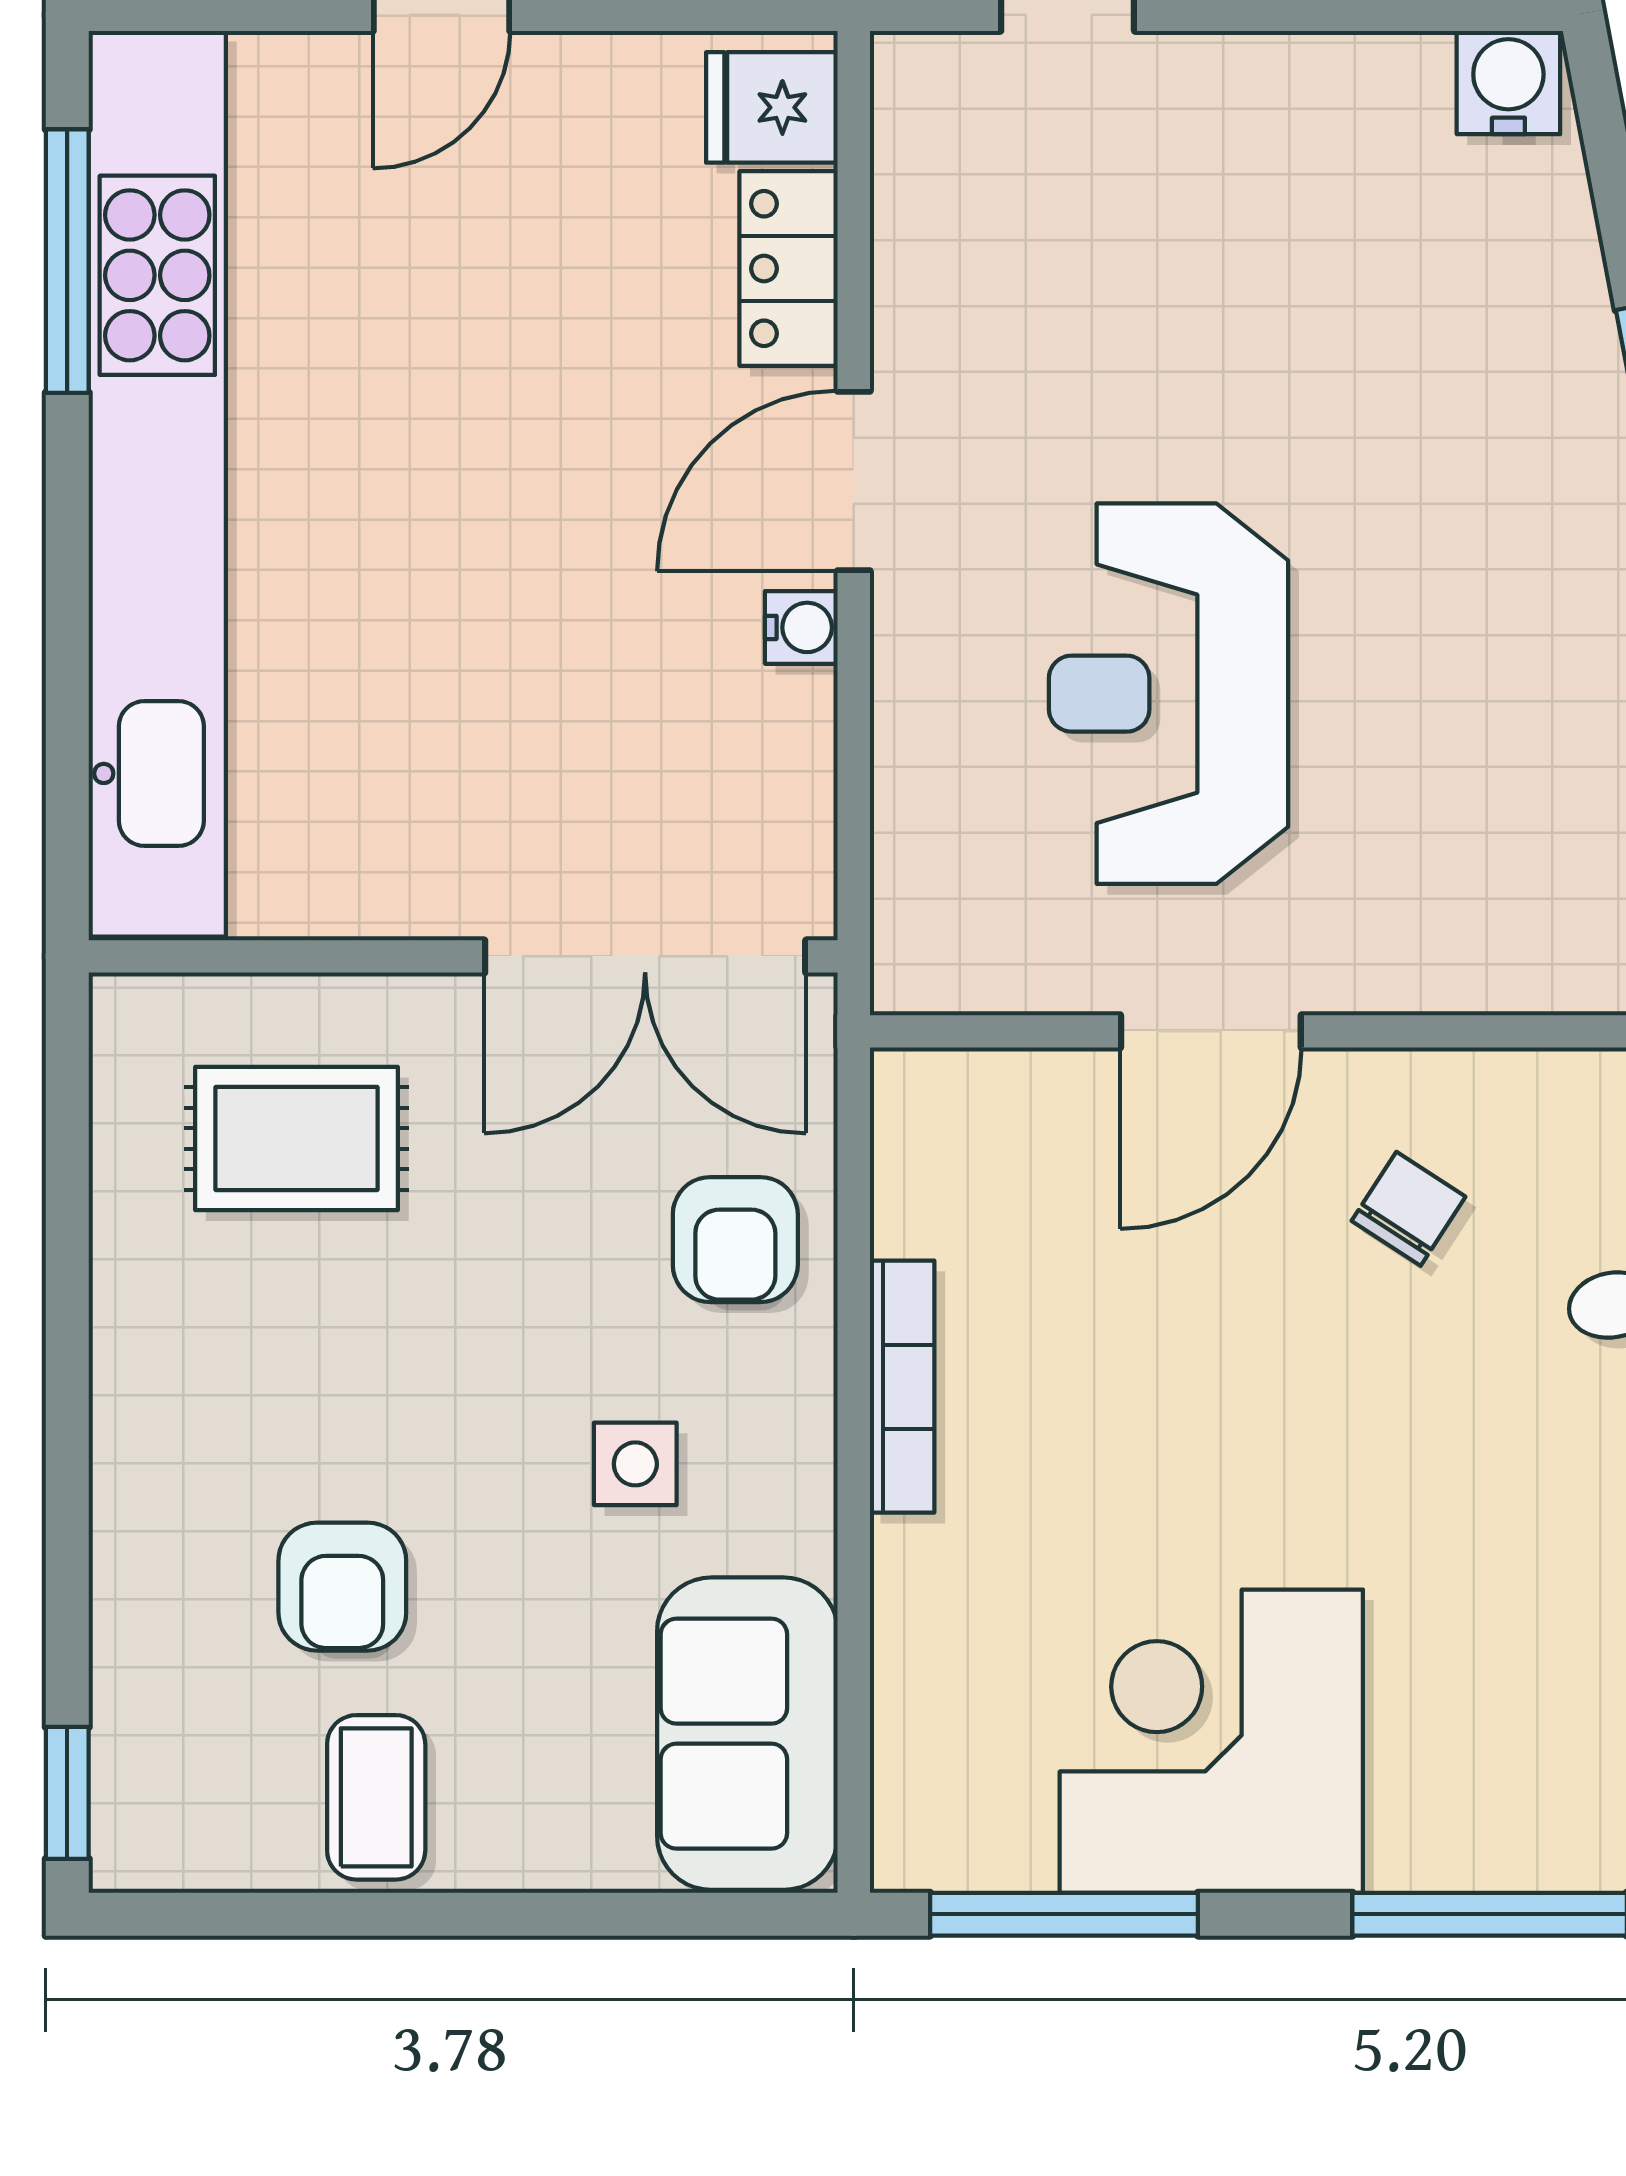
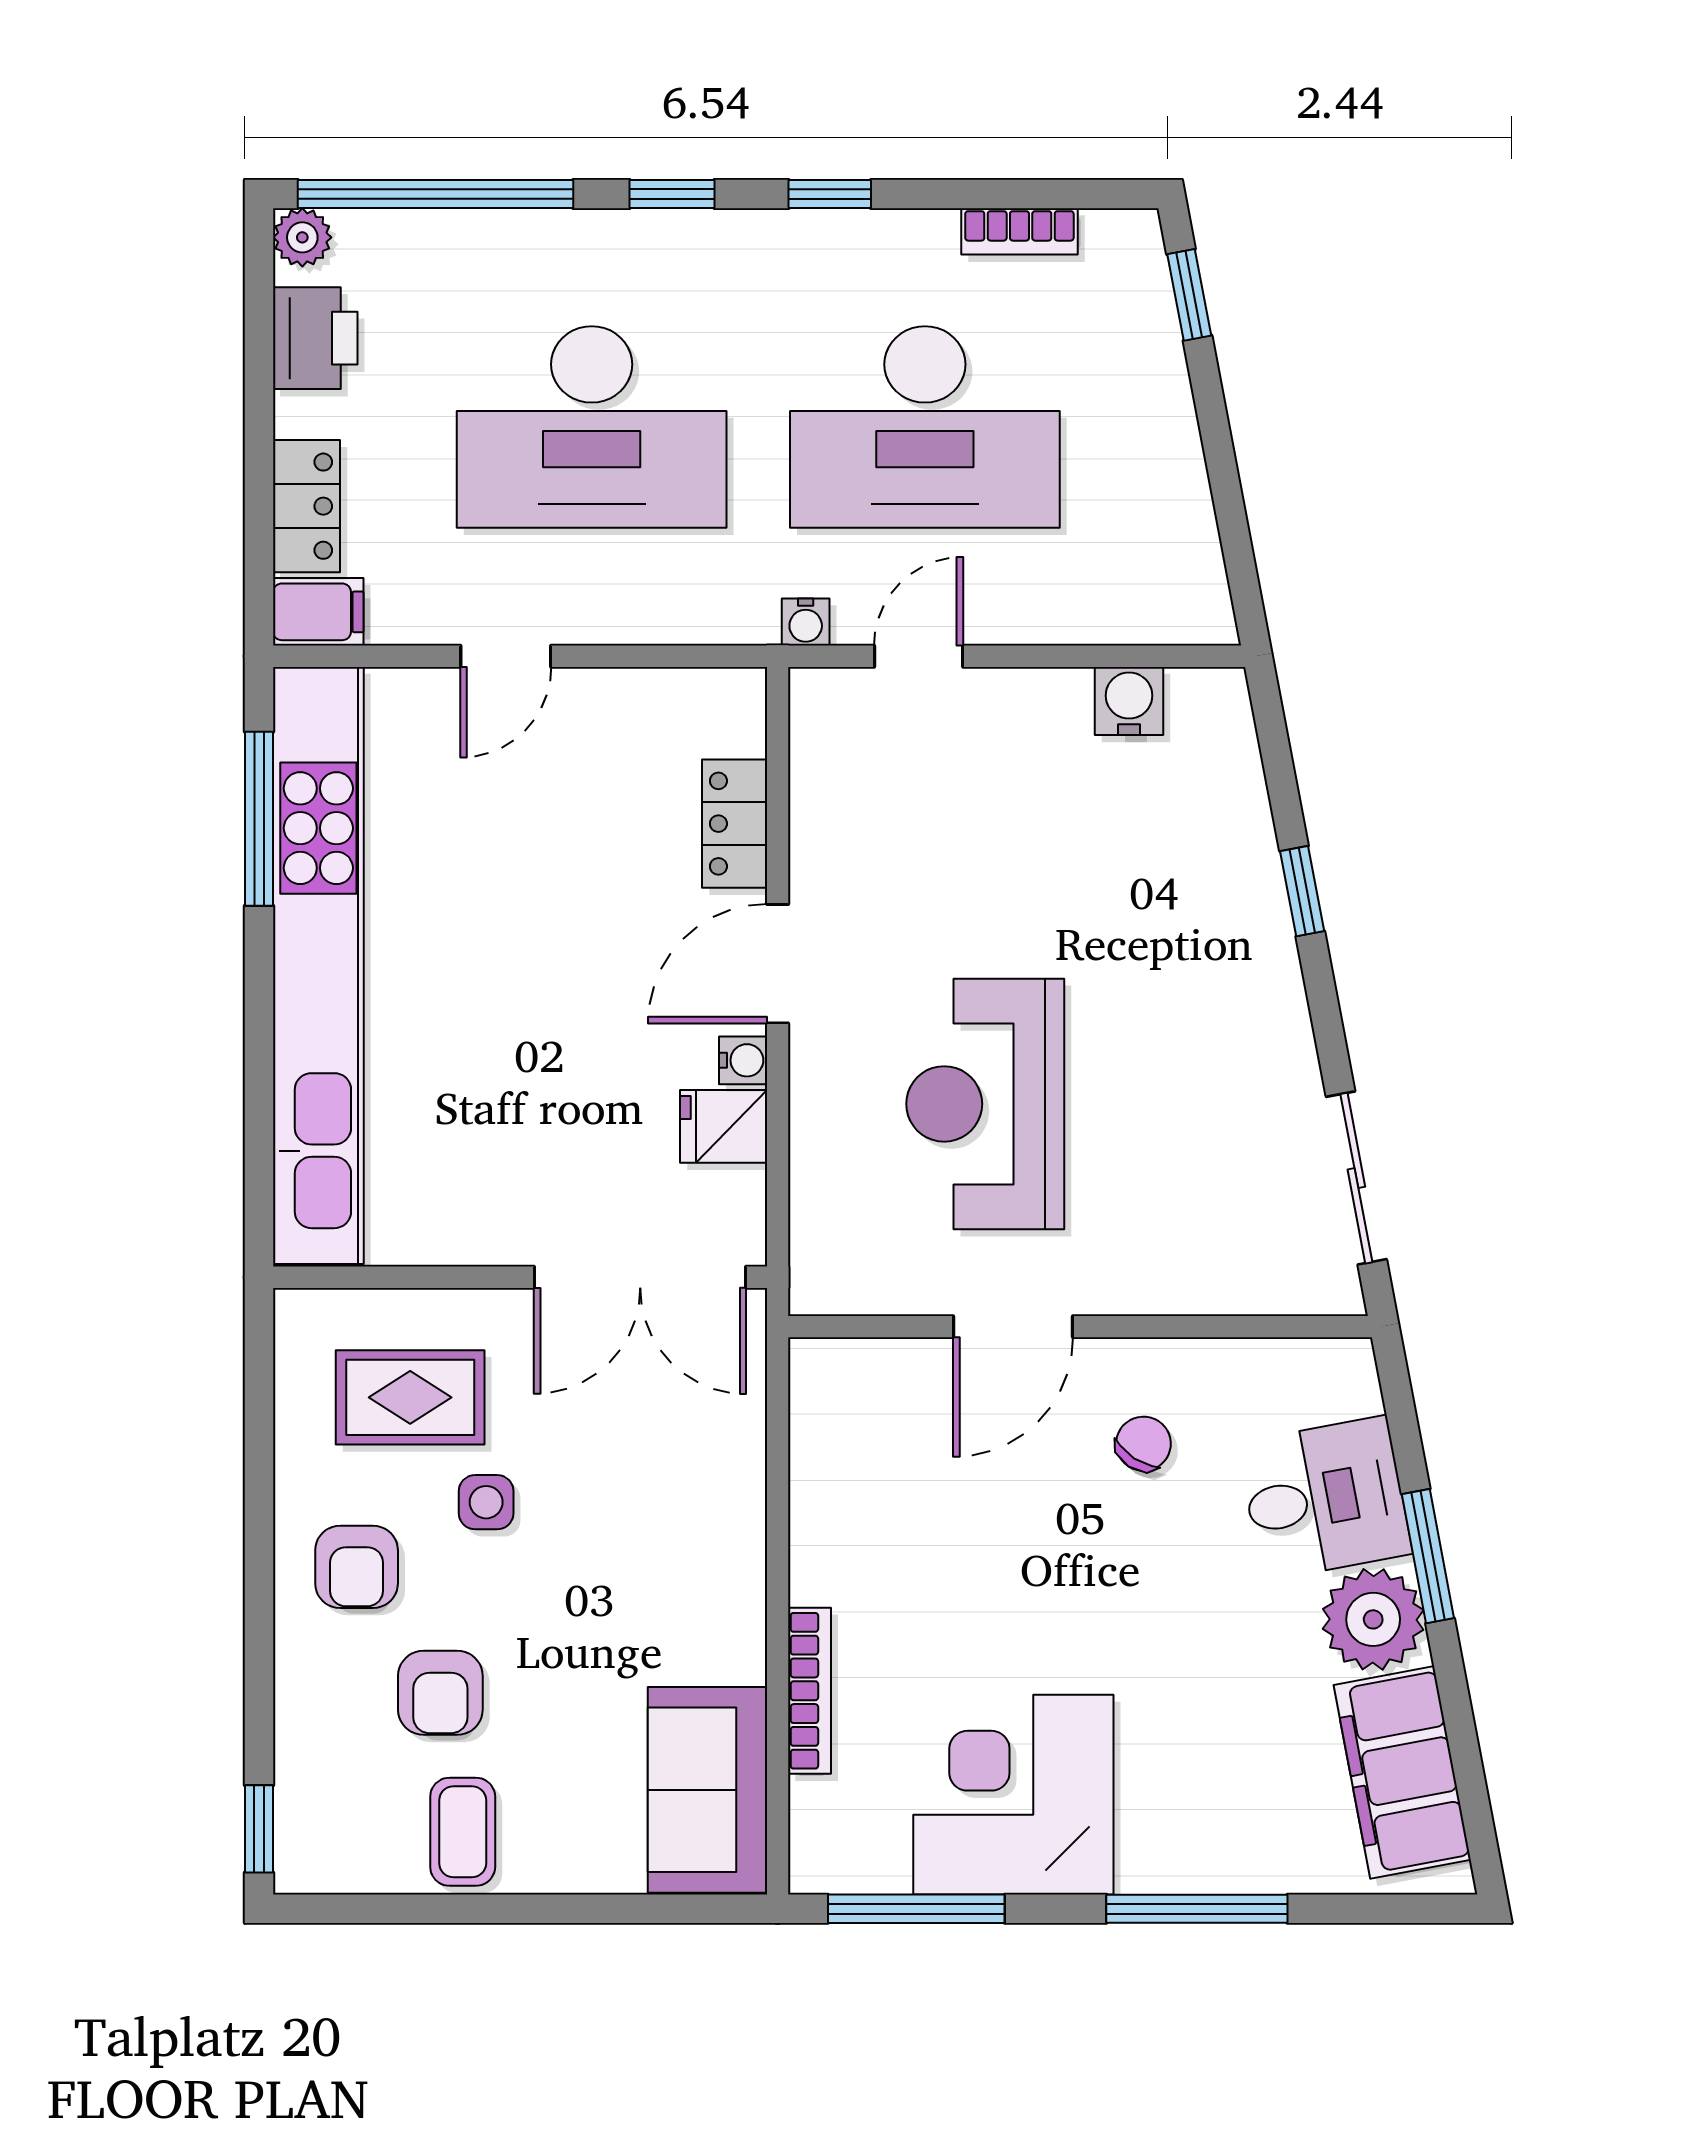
water cooler: (1508, 83) -> (1129, 701), moved
fridge: (772, 107) -> (724, 1126), moved
armchair: (735, 1240) -> (357, 1567), moved
bookcase: (902, 1387) -> (810, 1691), moved
side table: (635, 1464) -> (486, 1502), moved

